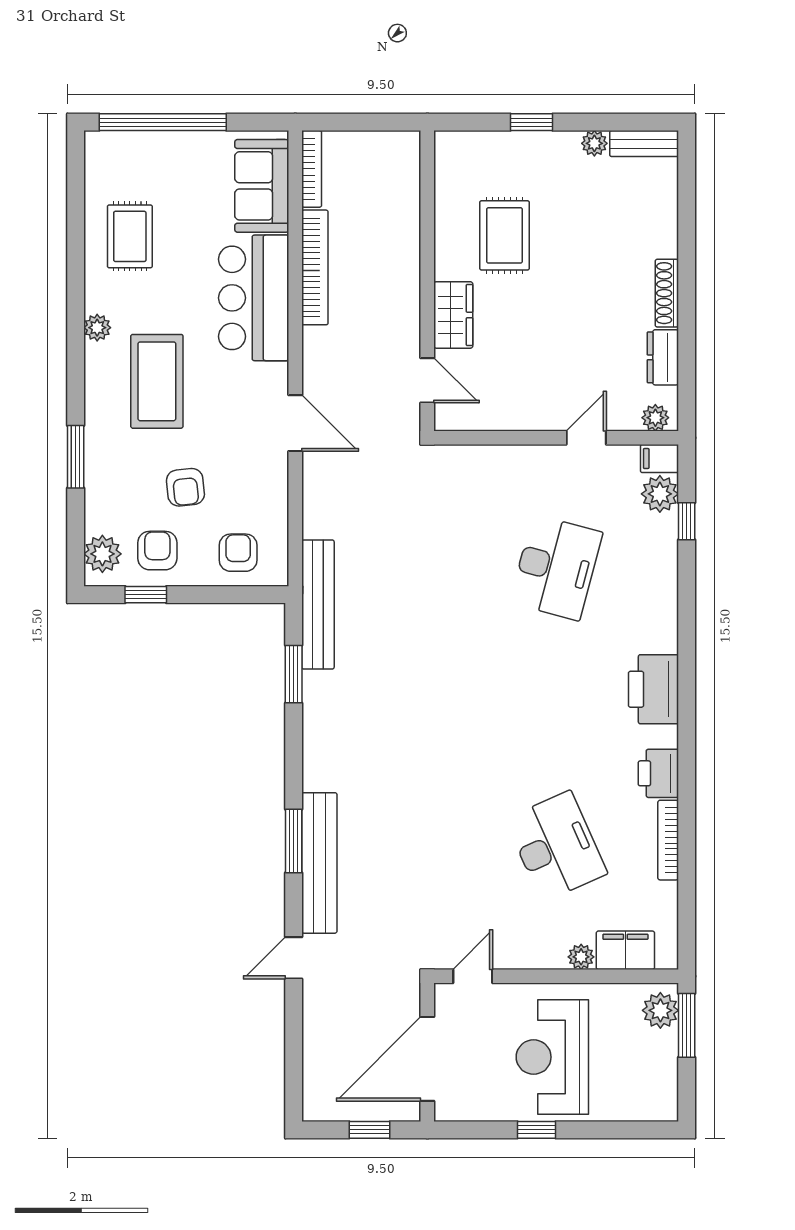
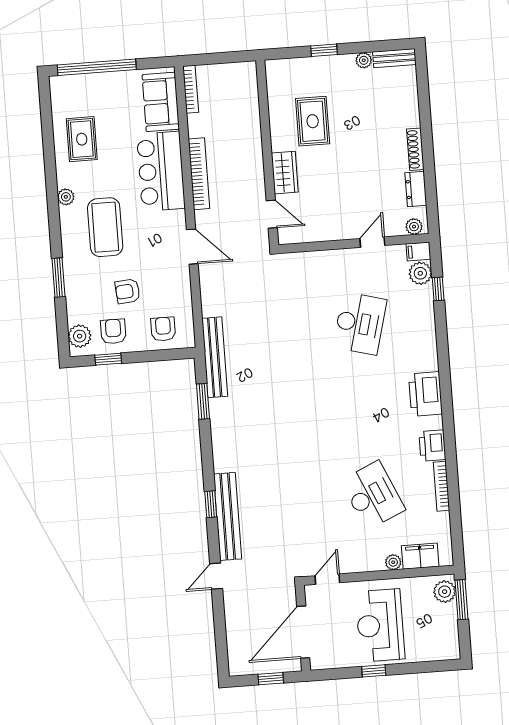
bookcase: (315, 267) -> (199, 174), moved
armchair: (185, 487) -> (128, 291), turned 91
window: (294, 841) -> (211, 504), width x0.67

